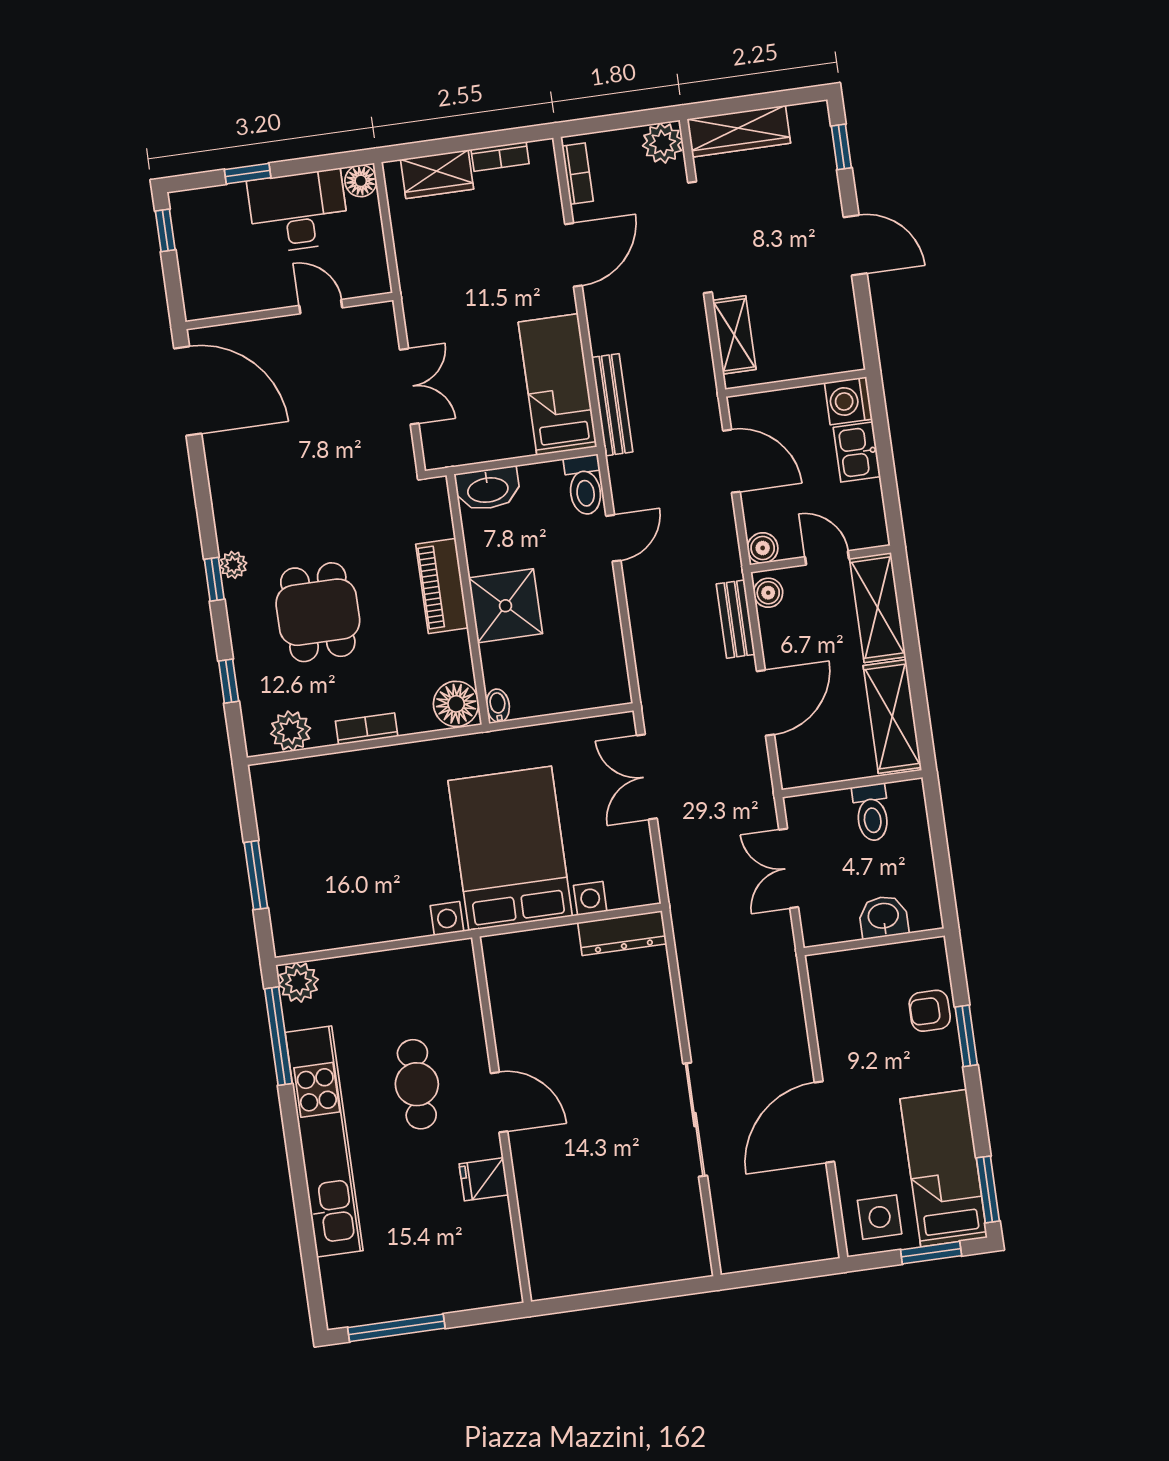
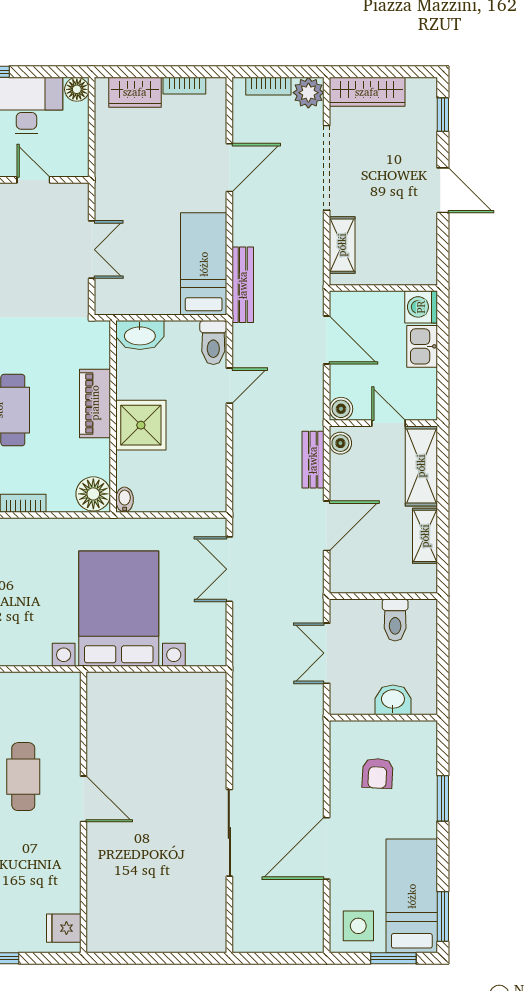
bookcase: (578, 174) -> (268, 86), moved, turned 90
shelving: (892, 717) -> (425, 536), width x0.67, depth x0.75
dresser: (622, 933) -> (194, 684), removed
armchair: (930, 1011) -> (377, 773), moved, turned -87
fridge: (484, 1179) -> (64, 928), moved

